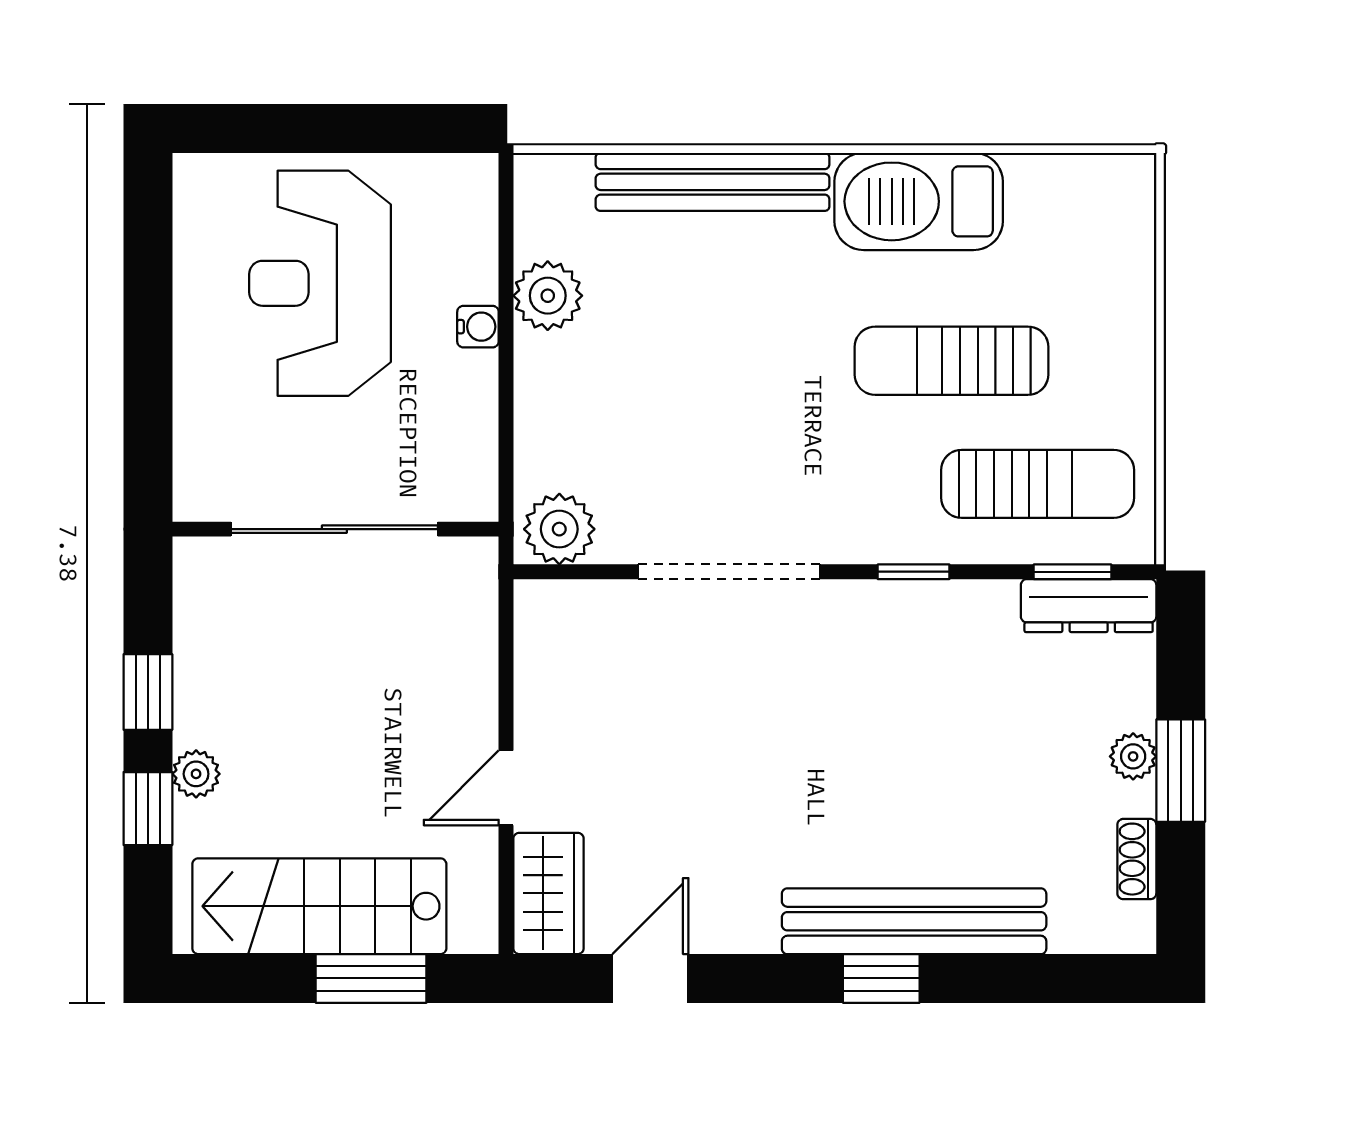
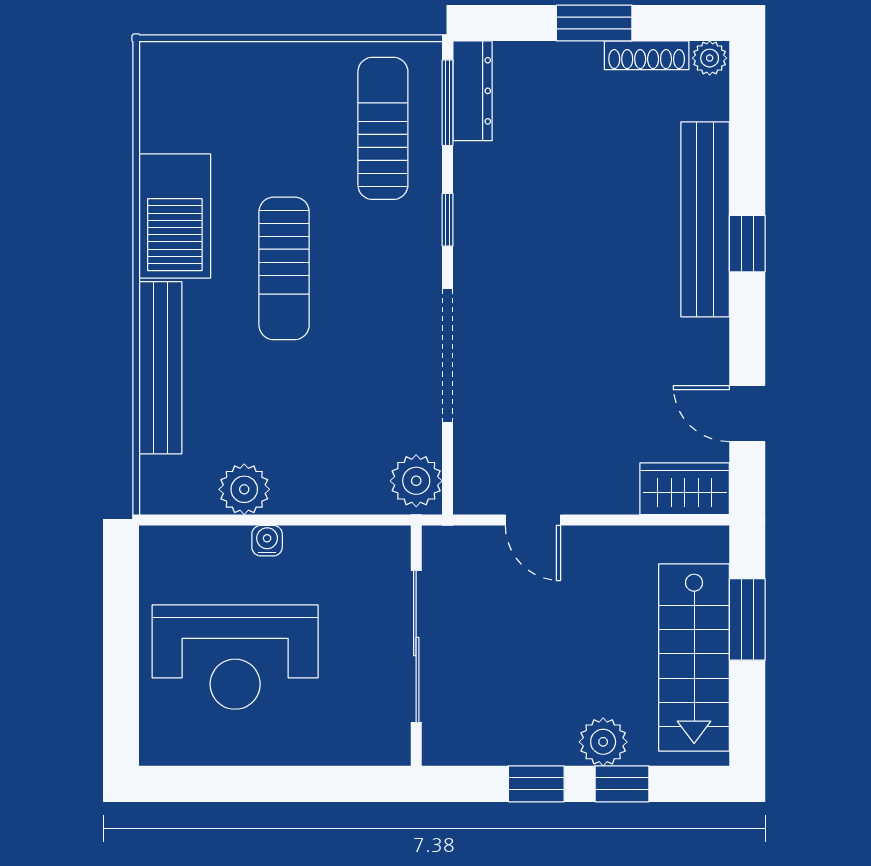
sun lounger: (952, 361) -> (284, 268), moved
window: (1072, 572) -> (448, 103), width x1.50
plant: (1133, 756) -> (710, 58), moved
plant: (196, 774) -> (603, 742), width x1.38, depth x1.38
door: (506, 788) -> (533, 520), moved
shoe rack: (1137, 859) -> (647, 55), width x1.43

